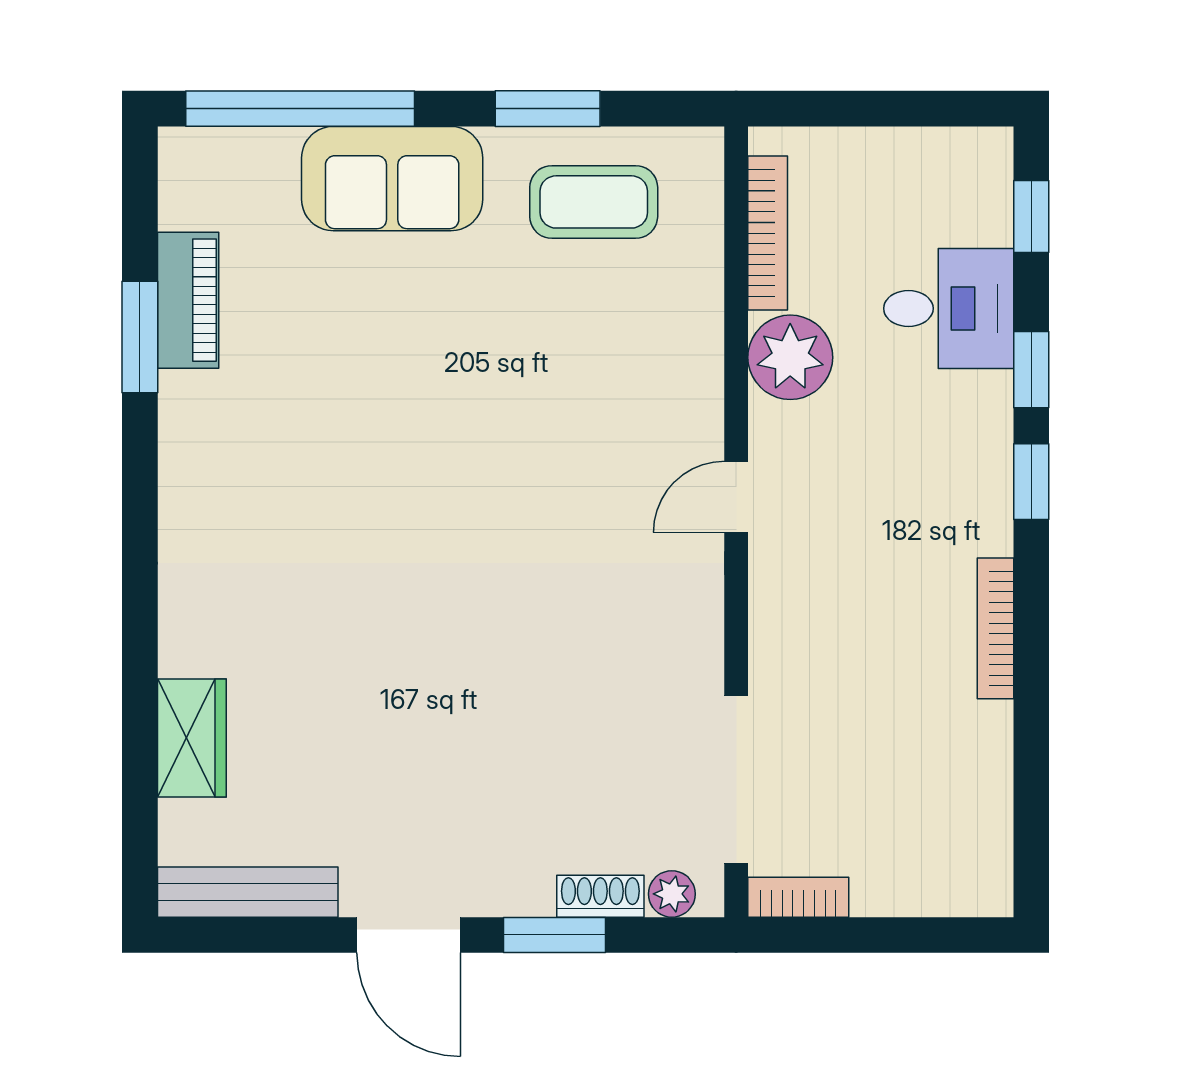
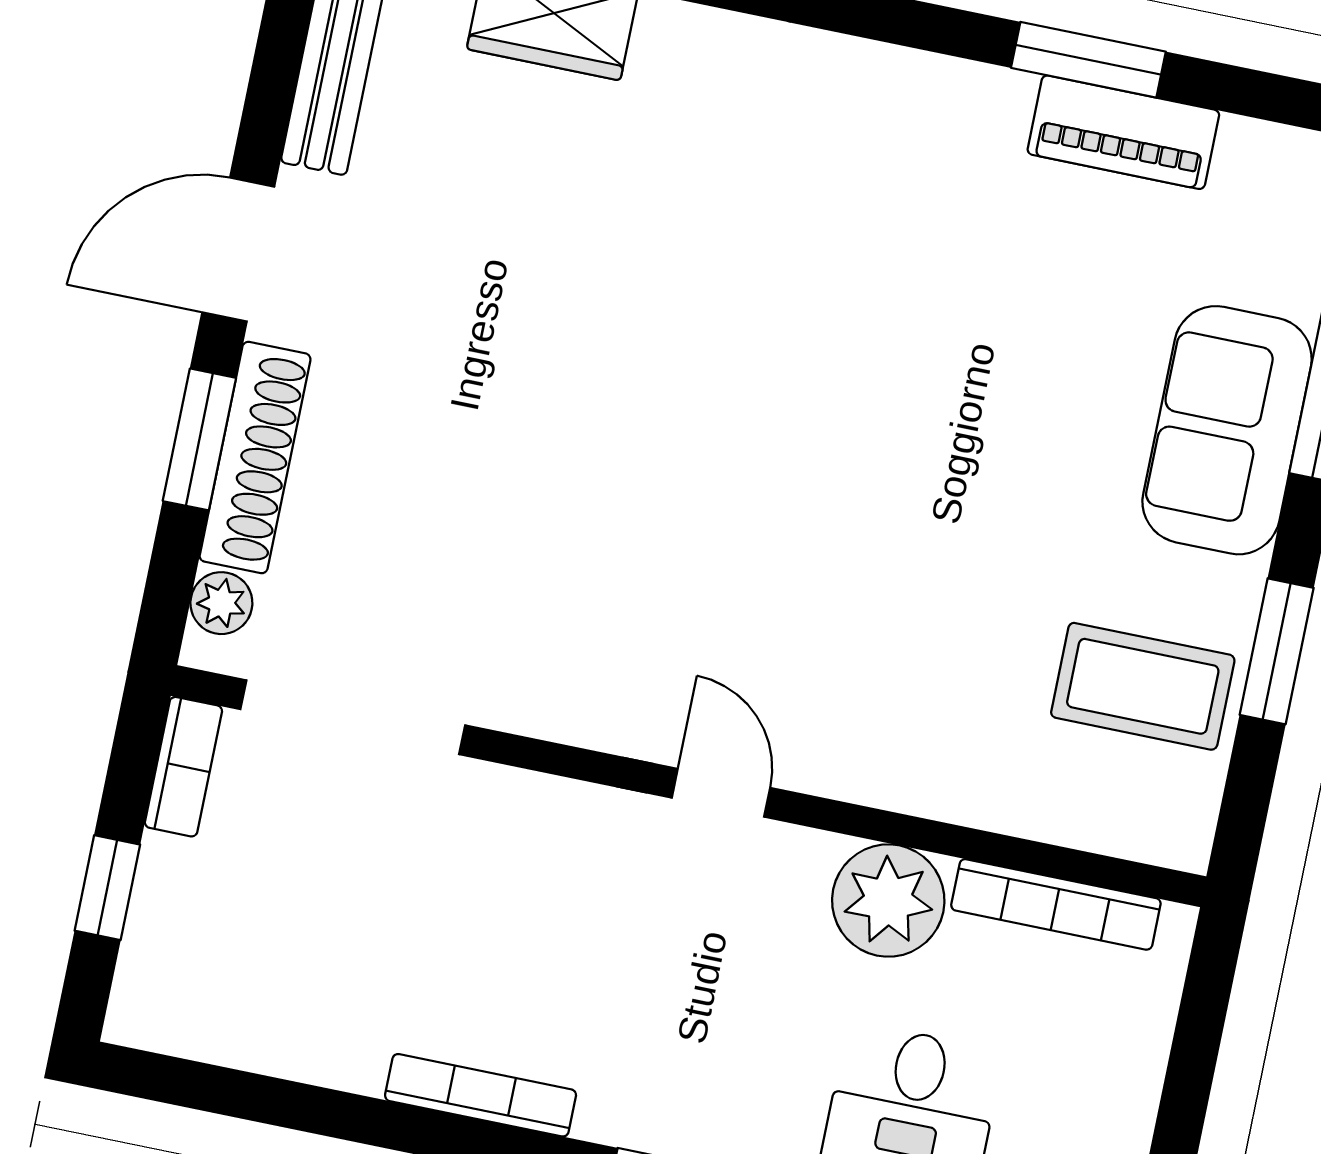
coffee table: (594, 202) -> (1143, 686), turned 90
shoe rack: (600, 896) -> (255, 458), width x1.94, depth x1.24
window: (899, 935) -> (107, 888), added

